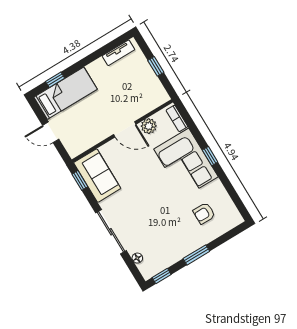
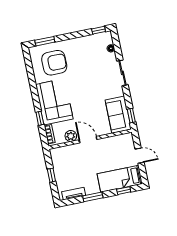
window: (92, 57) -> (93, 197), added
window: (210, 156) -> (40, 118), moved
armchair: (204, 213) -> (54, 63), width x1.88, depth x1.88
sliding door: (111, 232) -> (122, 73), width x0.73
window: (196, 255) -> (45, 41), moved

